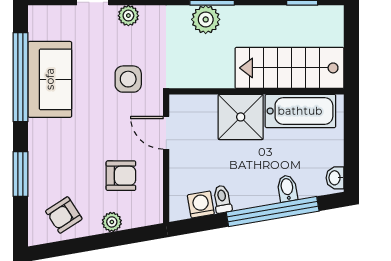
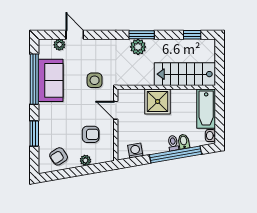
plant: (128, 16) -> (59, 45), moved
bathtub: (300, 111) -> (206, 109), moved, turned 90
toilet: (222, 199) -> (173, 143), moved

